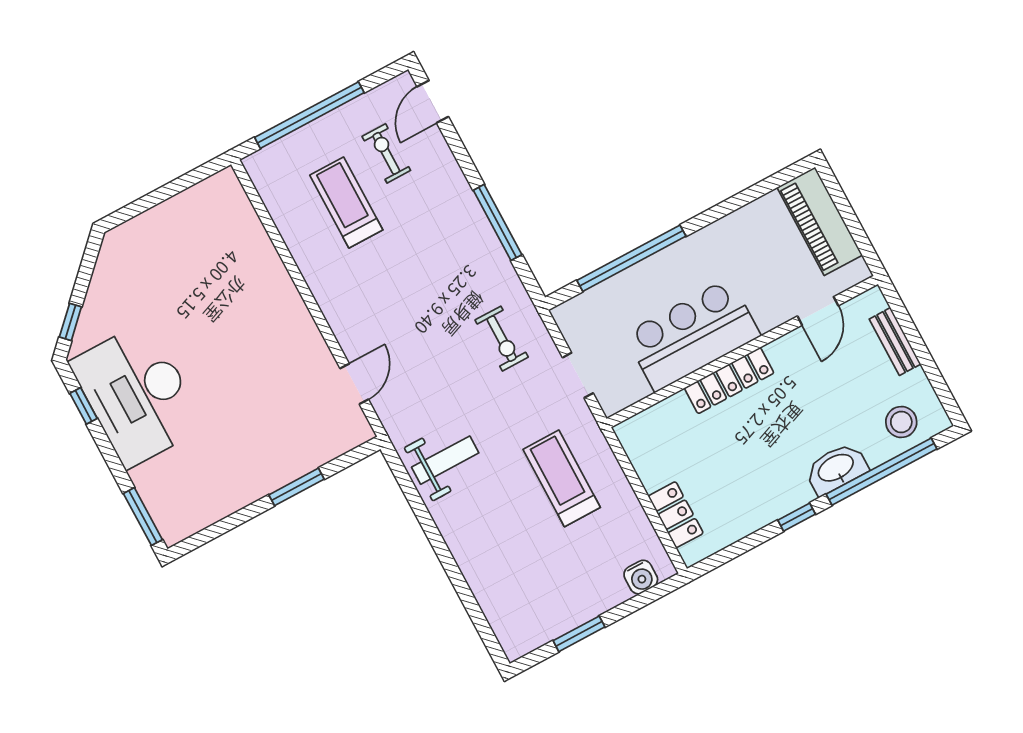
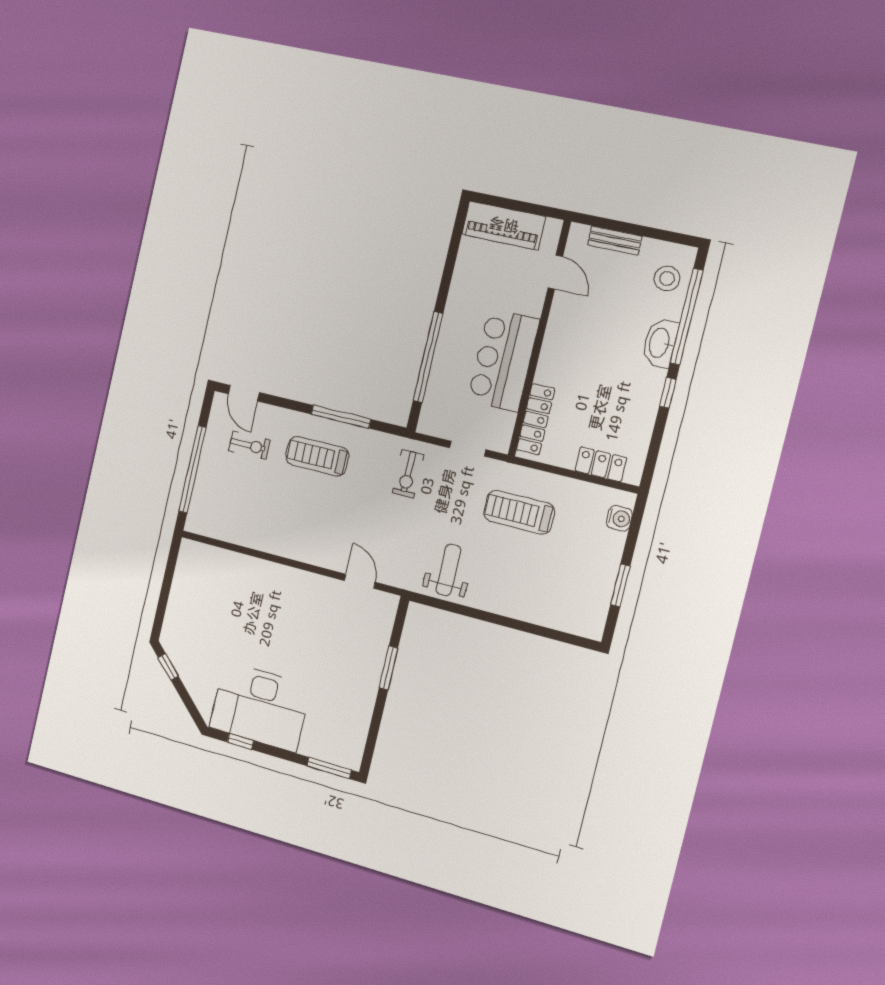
exercise bike: (386, 153) -> (249, 445), turned 180
treadmill: (346, 203) -> (317, 456), moved
window: (70, 322) -> (168, 667), moved
exercise bike: (502, 339) -> (408, 474), turned 90
locker: (729, 381) -> (536, 419), moved

